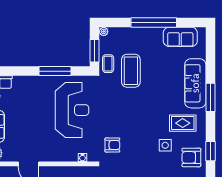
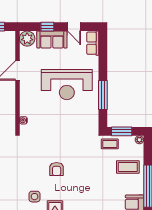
coffee table: (131, 71) -> (128, 167), moved, width x0.73, depth x0.76
reception desk: (72, 110) -> (67, 85), moved
armchair: (112, 145) -> (57, 169), moved

